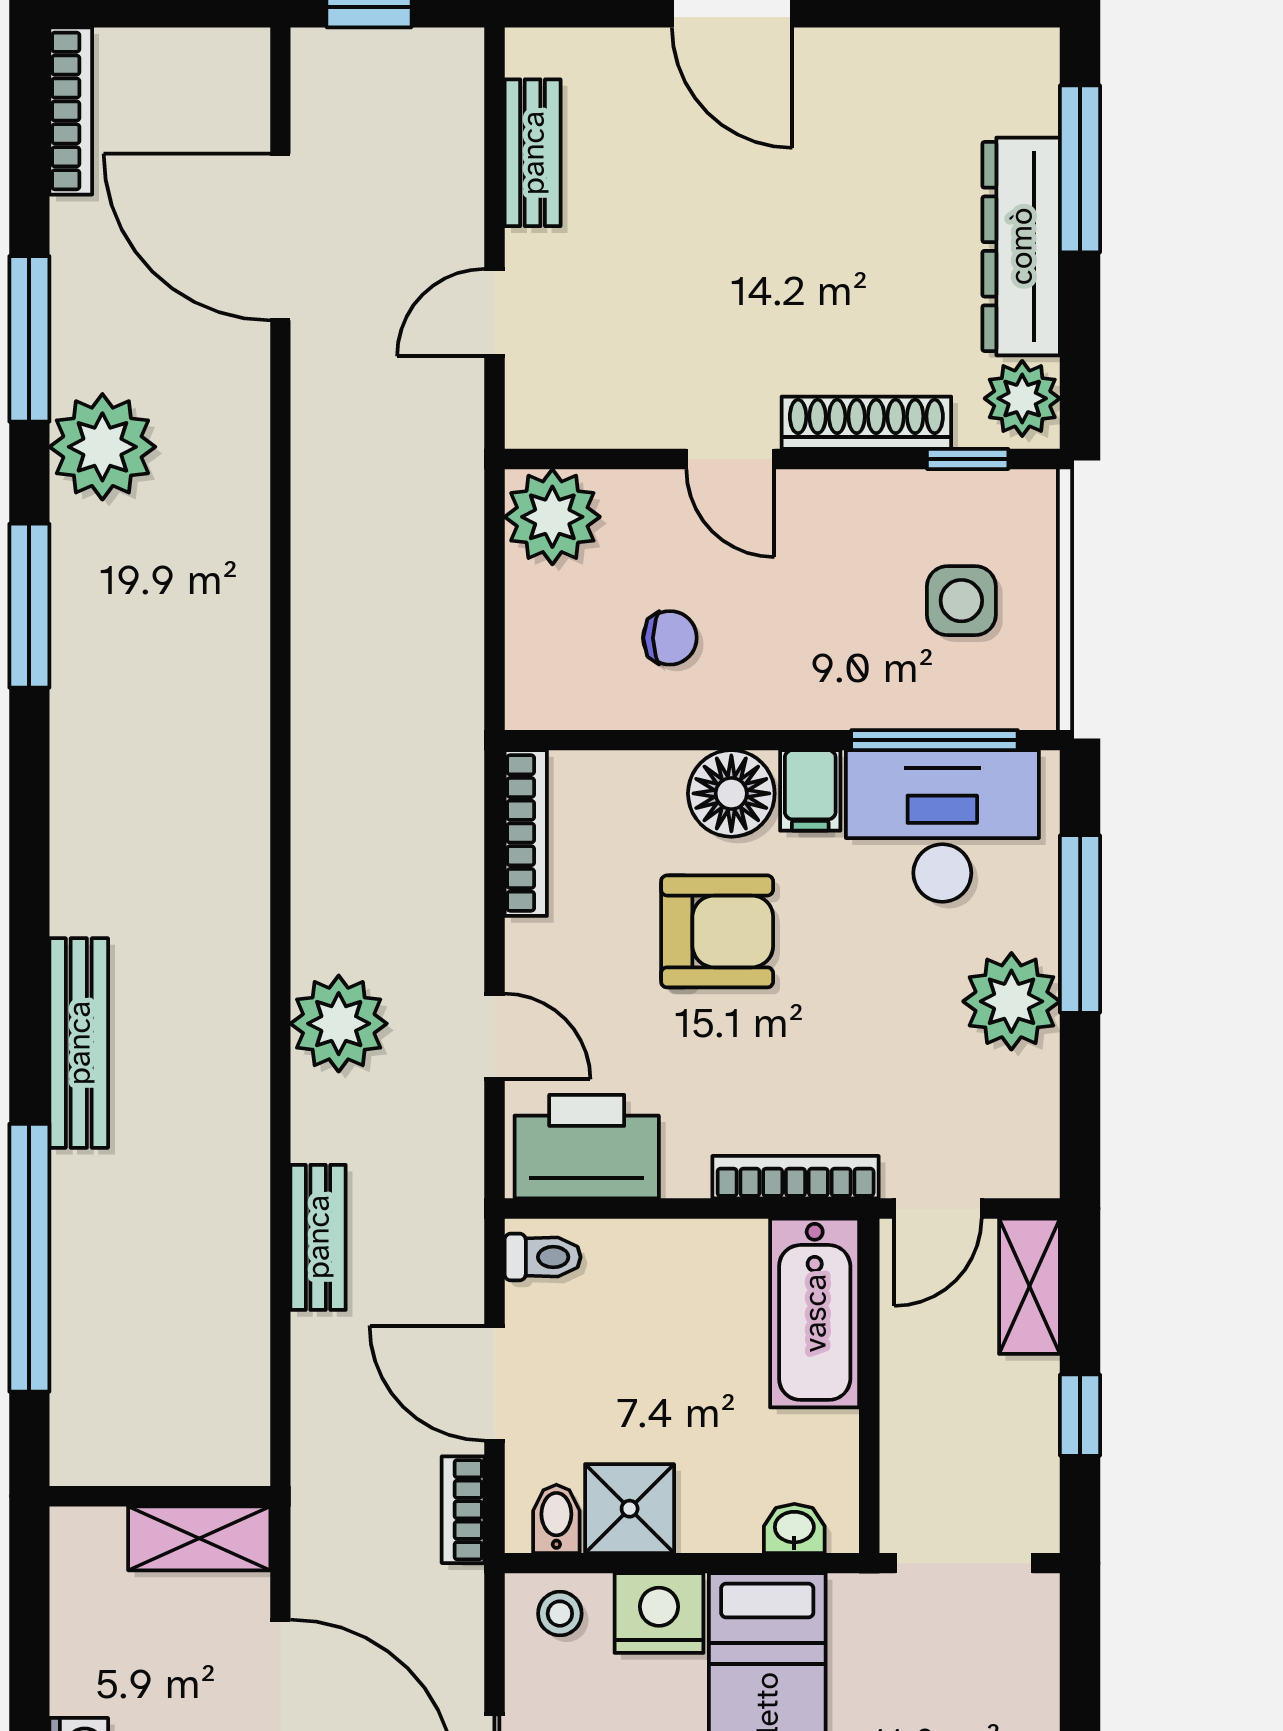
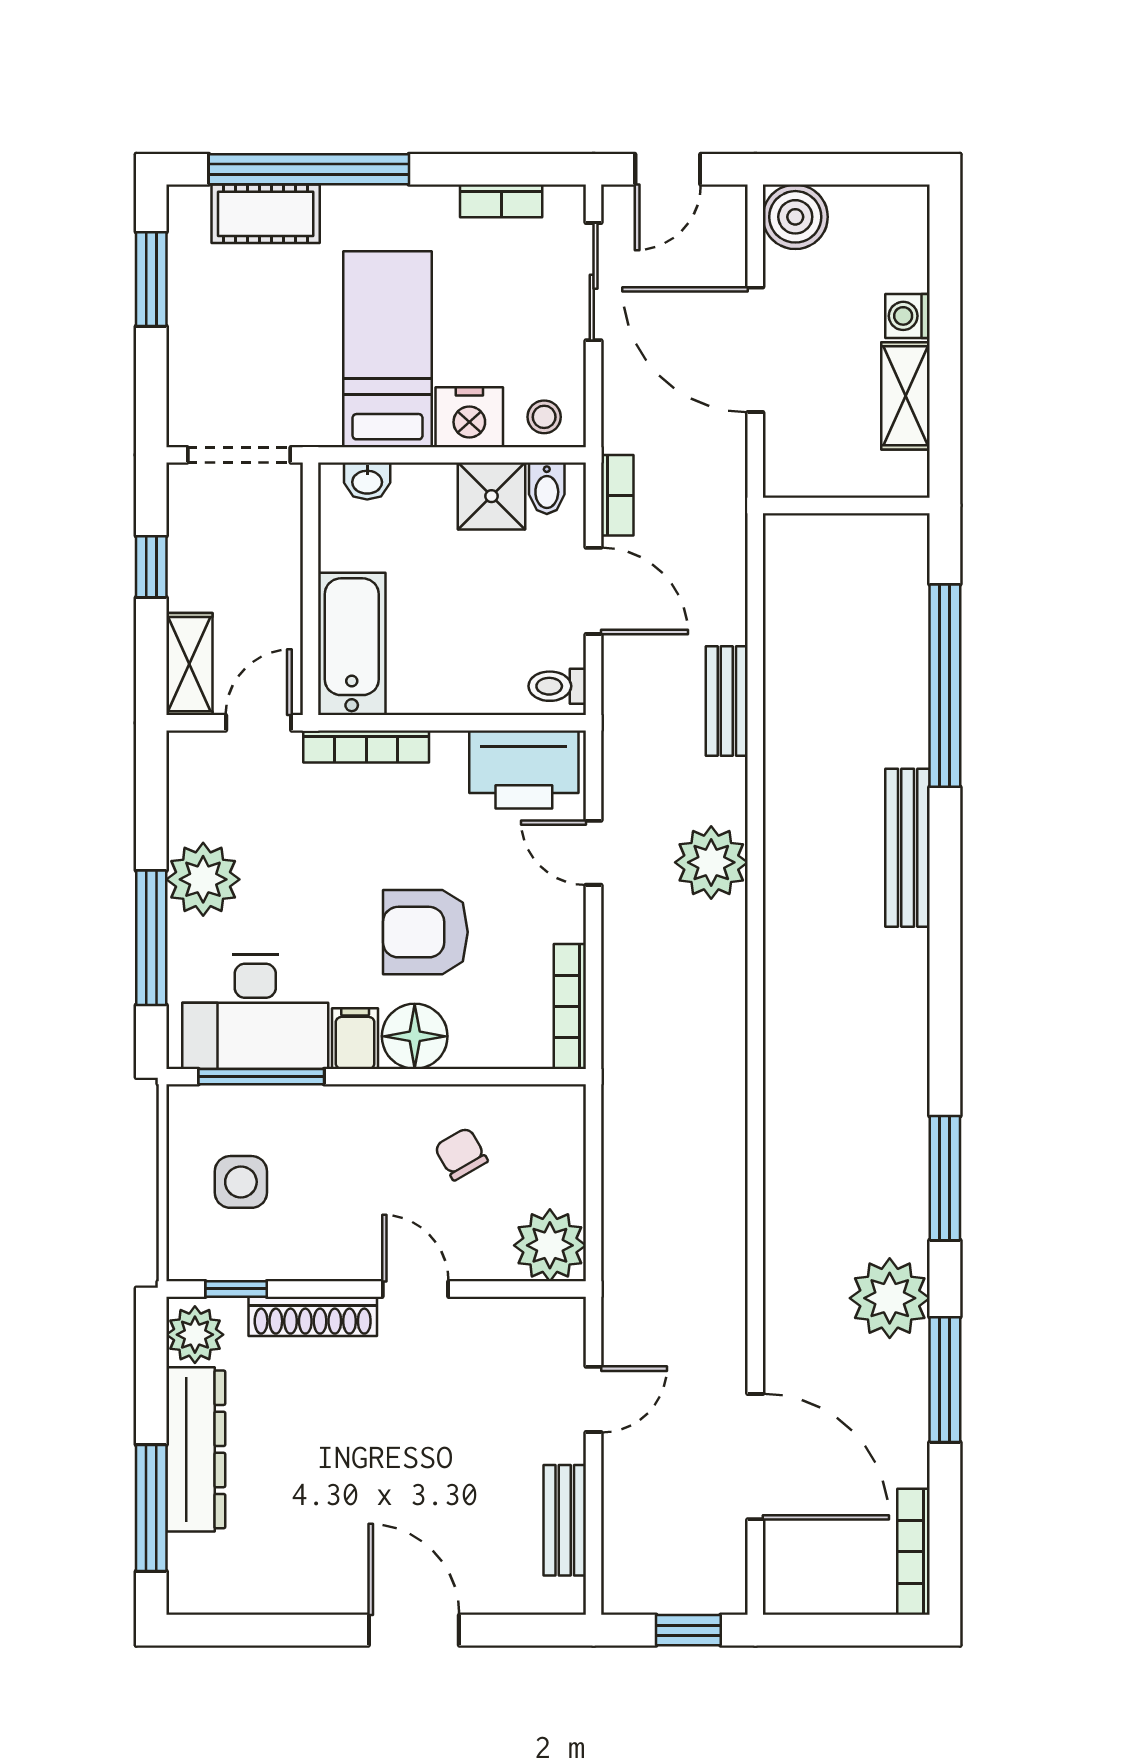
chair: (670, 638) -> (461, 1154), turned 60
shelving: (199, 1538) -> (906, 396), moved, turned 90

